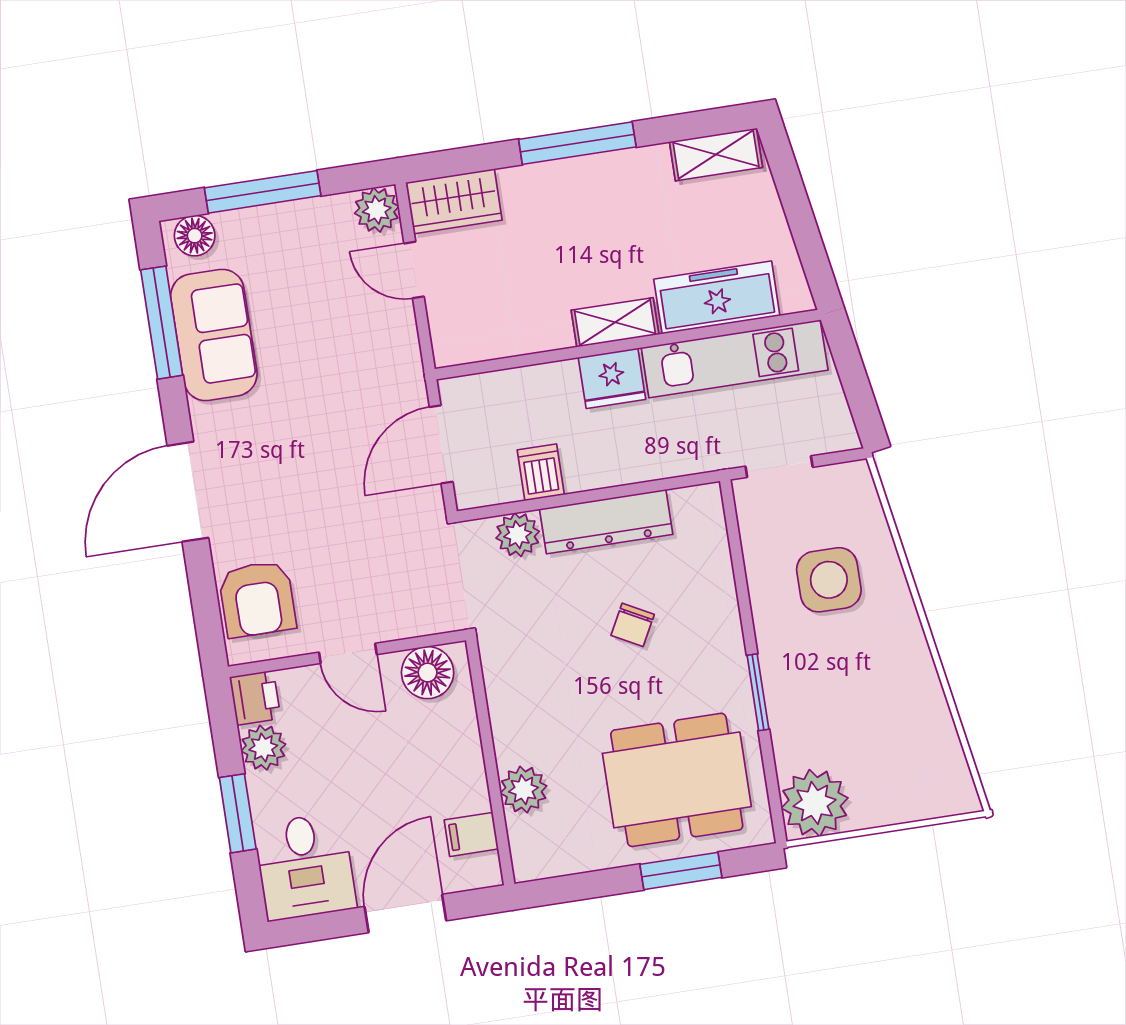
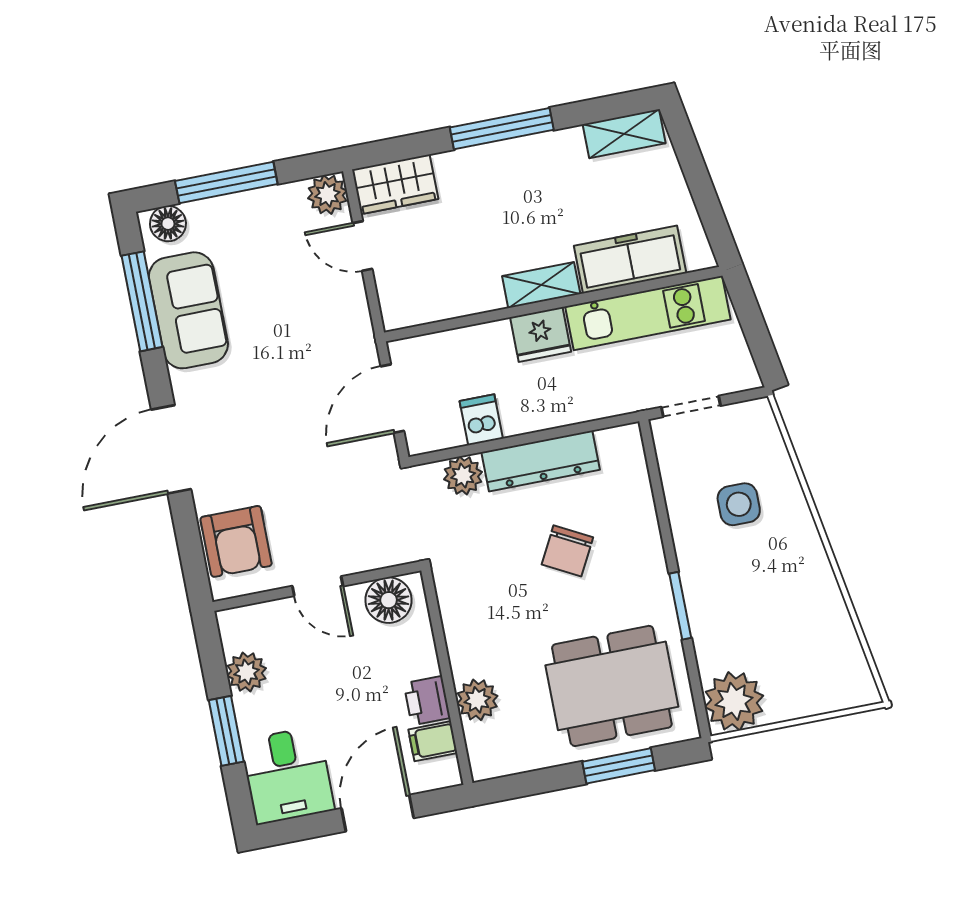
side table: (829, 580) -> (739, 504), width x0.73, depth x0.73
chair: (633, 625) -> (567, 551), width x1.37, depth x1.37
printer: (255, 698) -> (427, 701), moved, turned 180

